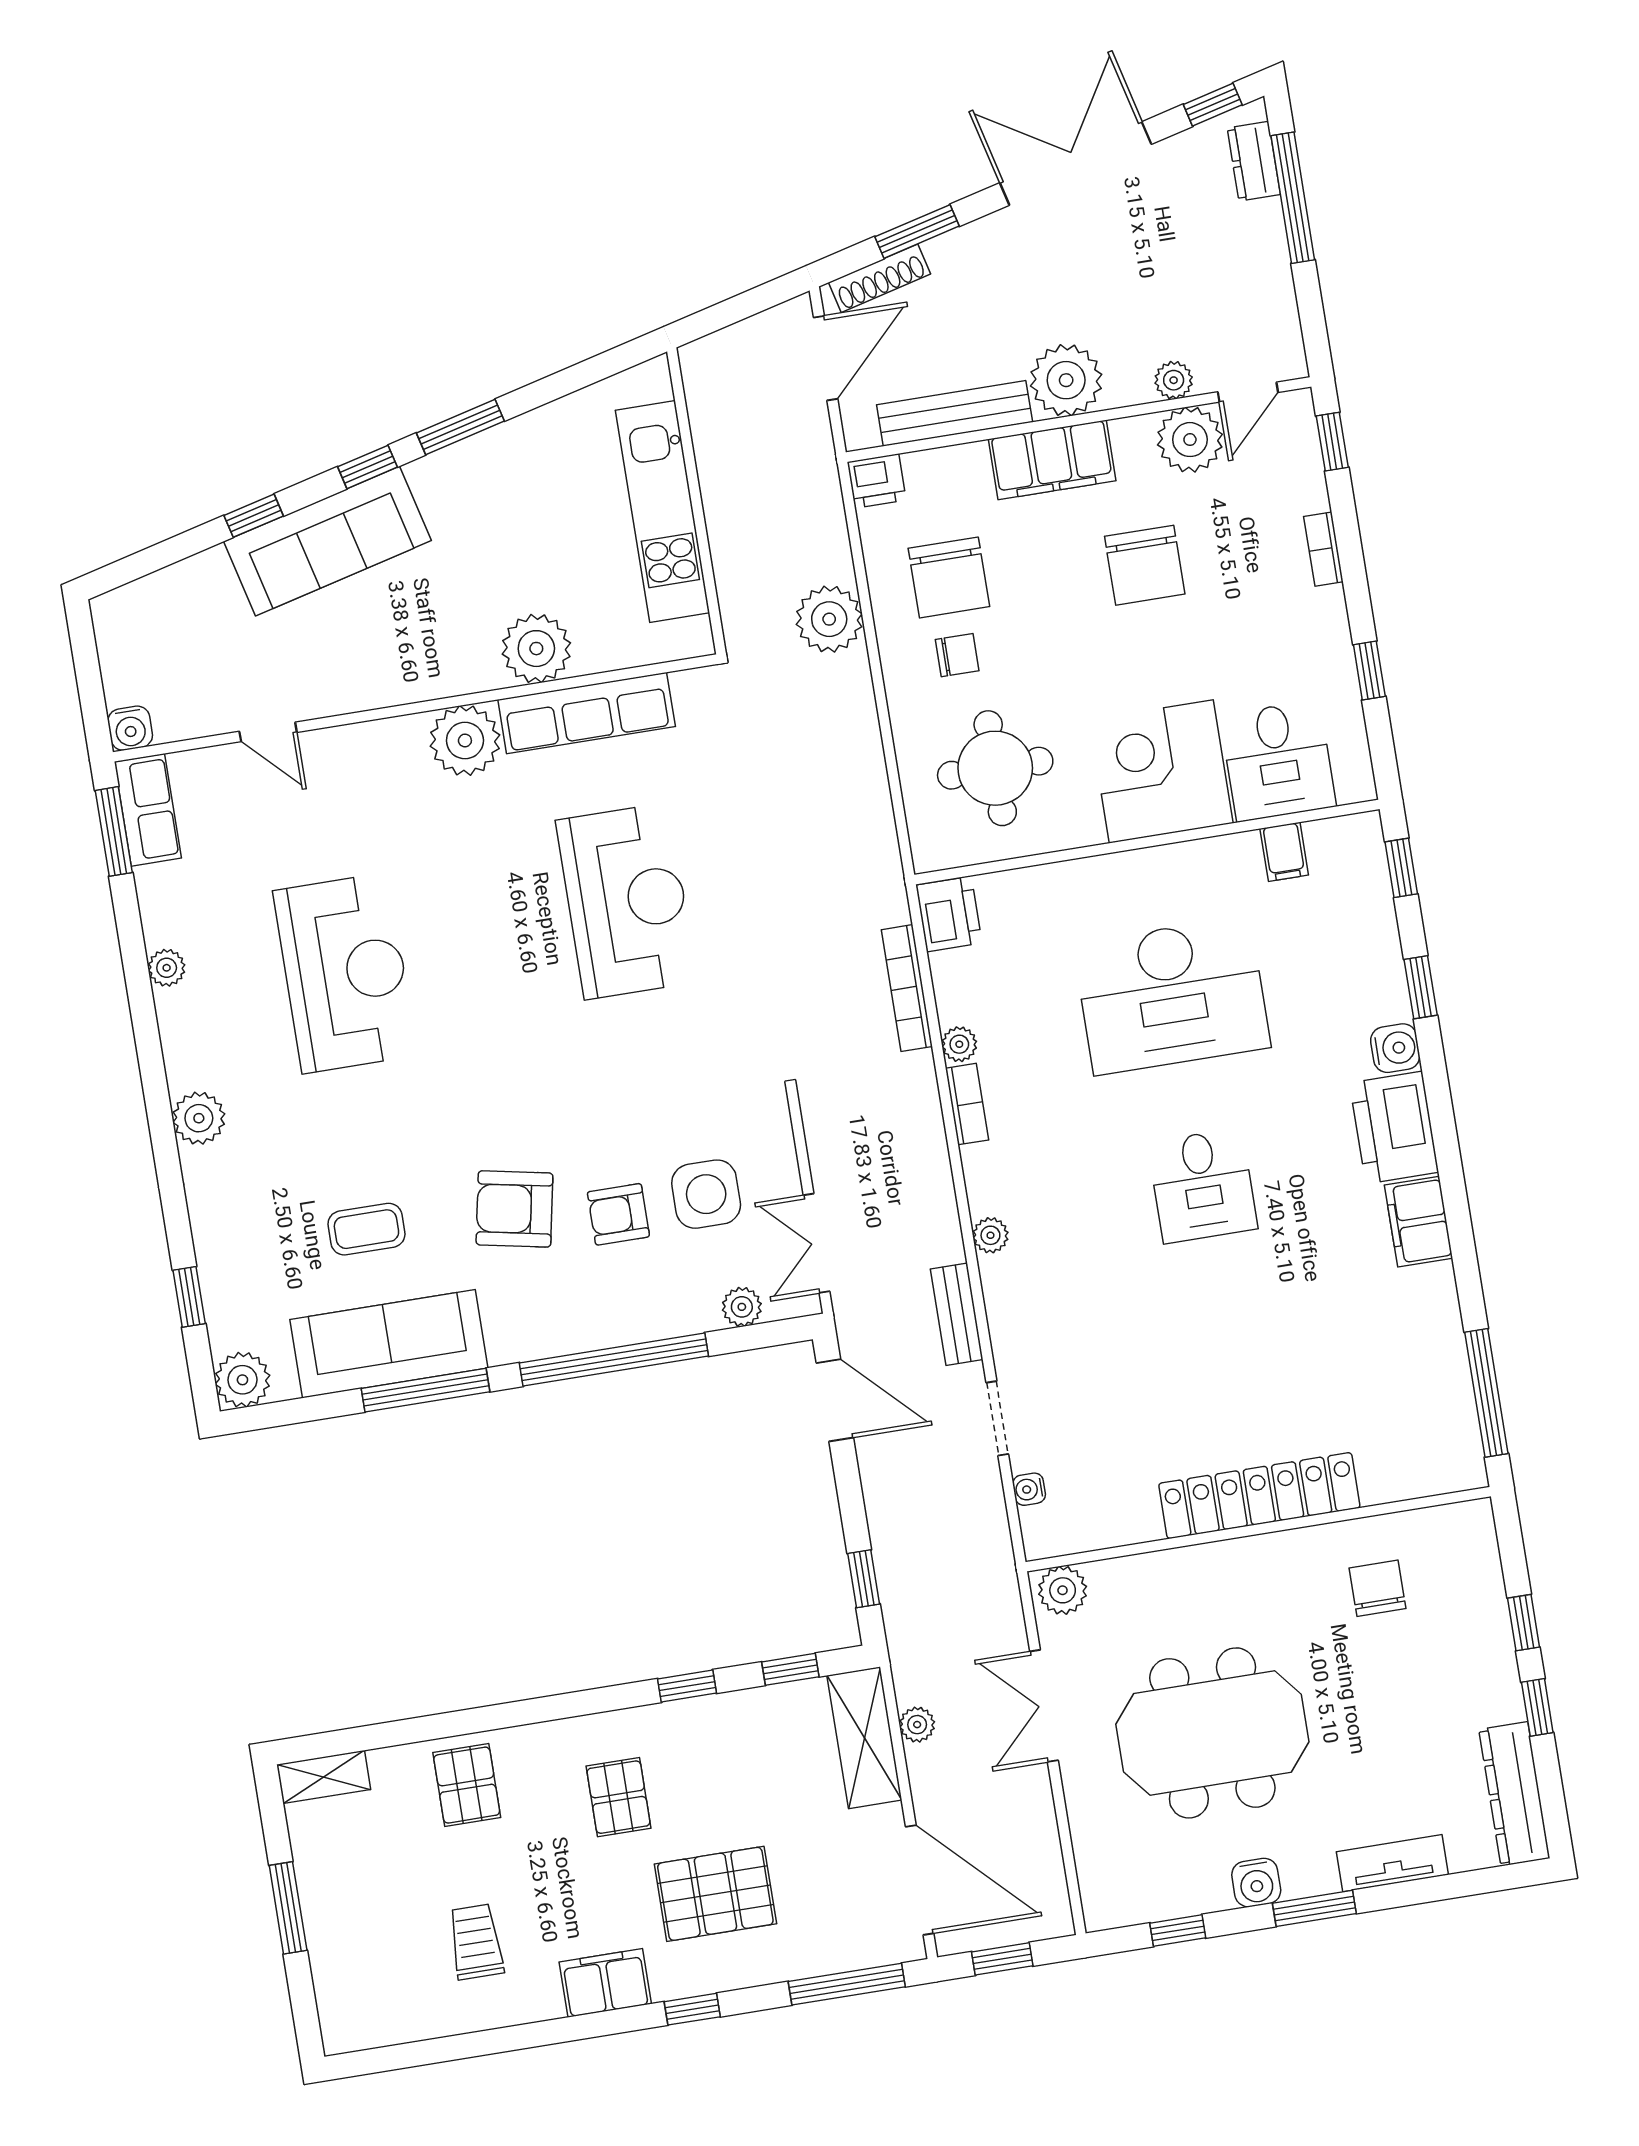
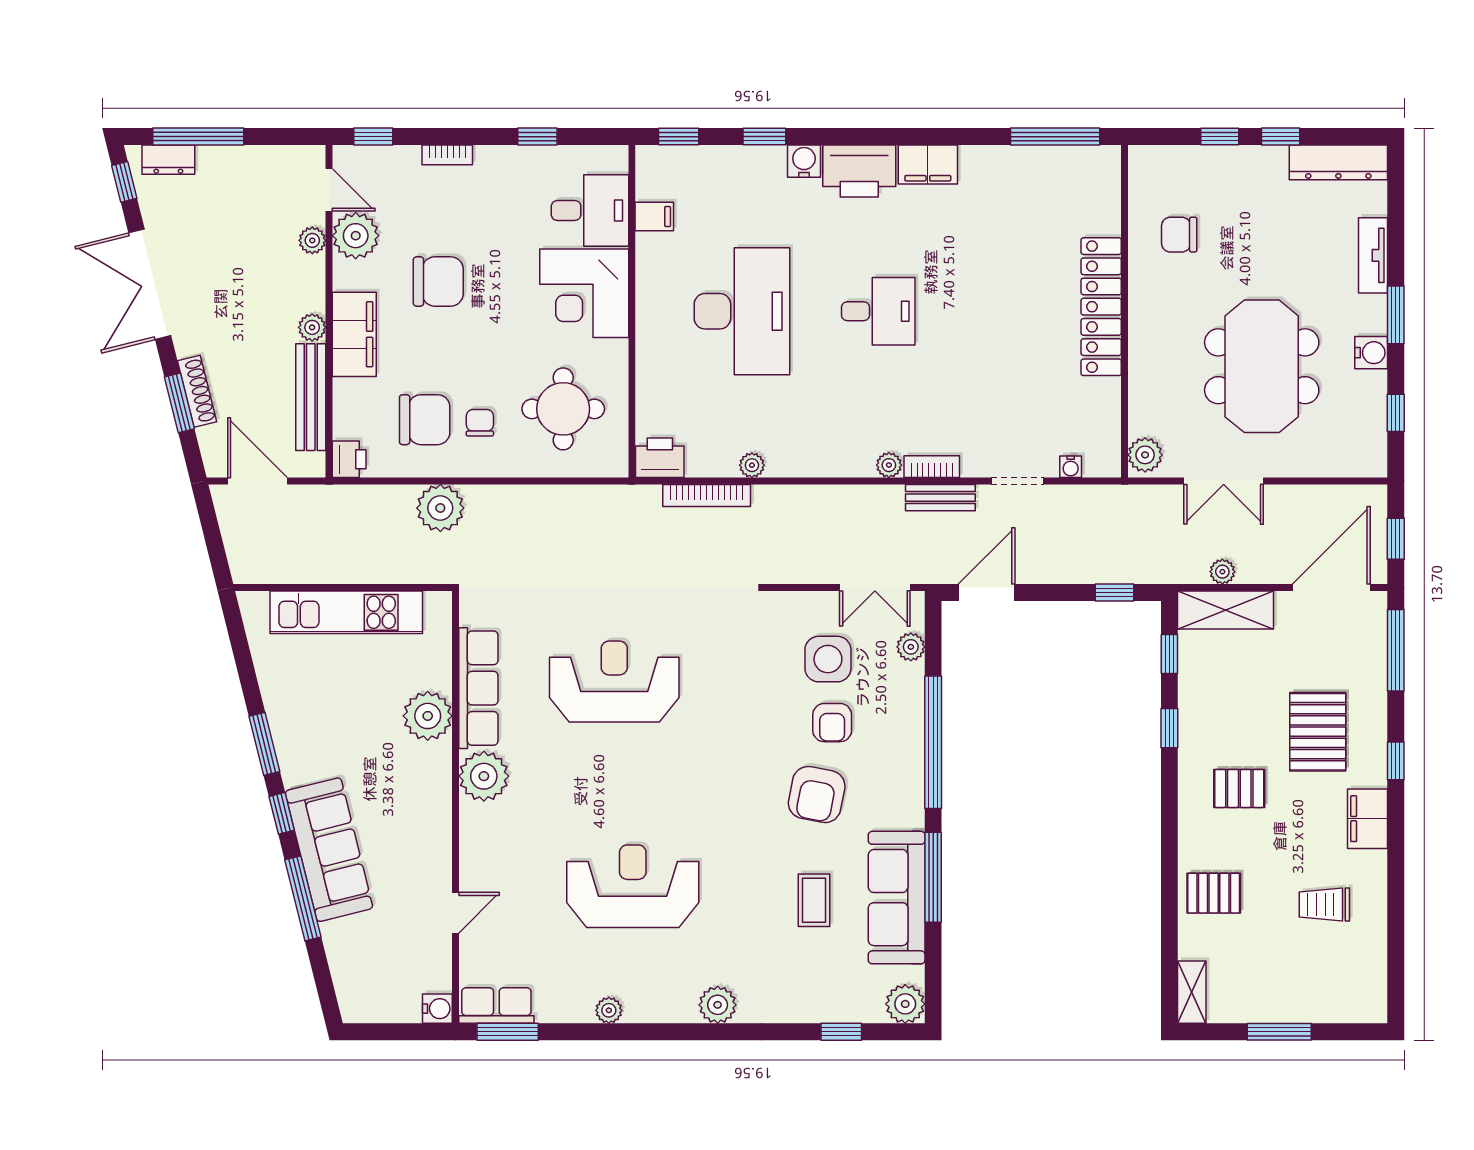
shoe rack: (880, 278) -> (197, 391), moved
plant: (1066, 380) -> (312, 327), width x0.53, depth x0.53
window: (254, 516) -> (303, 898), width x2.17
bookcase: (967, 1104) -> (932, 467), moved

